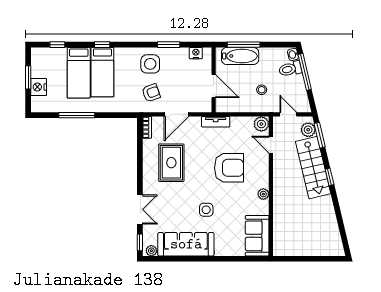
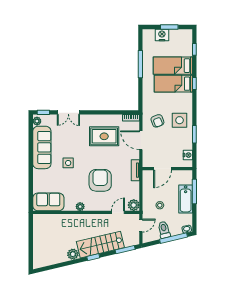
bathtub: (240, 56) -> (186, 199), moved
toilet: (290, 69) -> (164, 230), moved
plant: (308, 130) -> (73, 254), moved
armchair: (229, 168) -> (100, 180), turned 180

